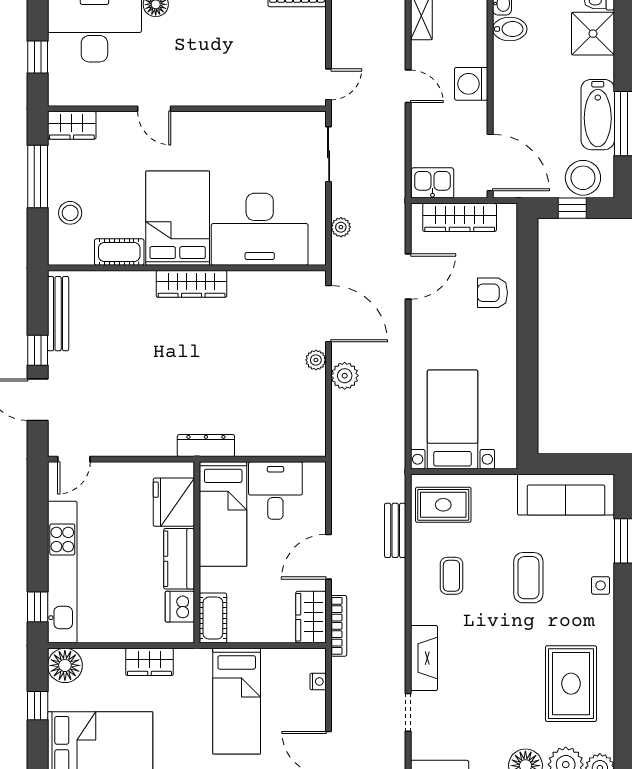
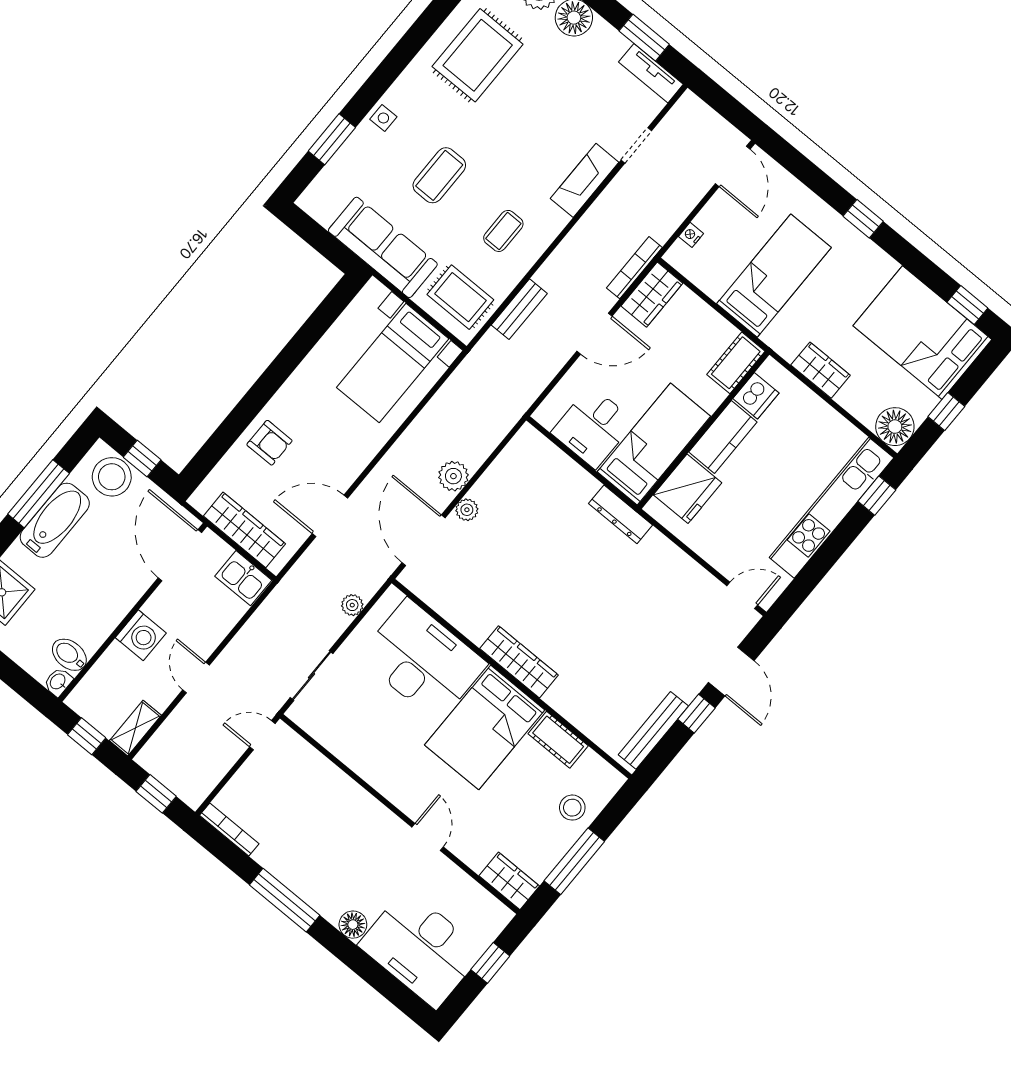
sofa: (566, 495) -> (383, 247), moved

